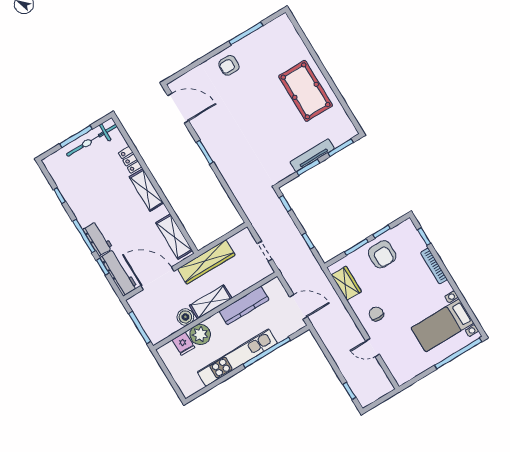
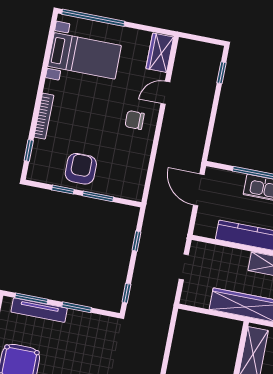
tv unit: (312, 155) -> (39, 310), moved
wardrobe: (346, 283) -> (160, 53), moved
chair: (376, 314) -> (135, 120), turned 90
door: (373, 348) -> (165, 93), swing flipped

